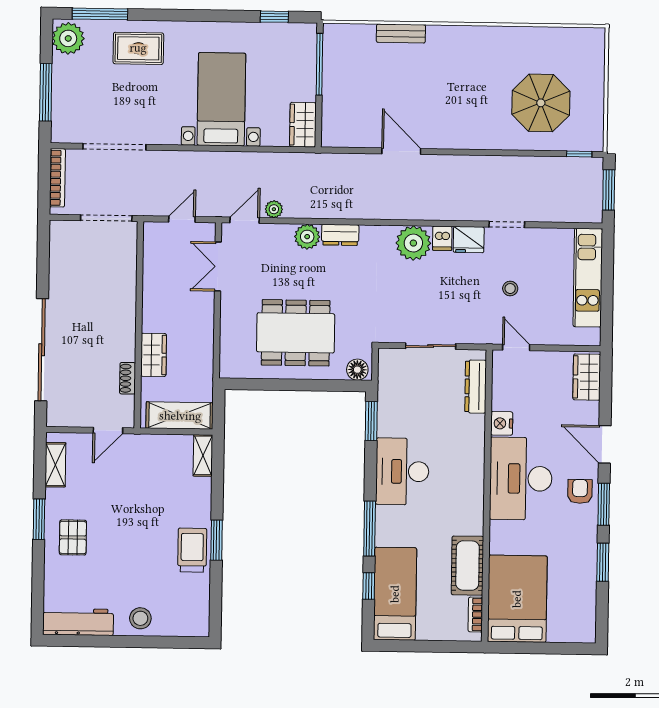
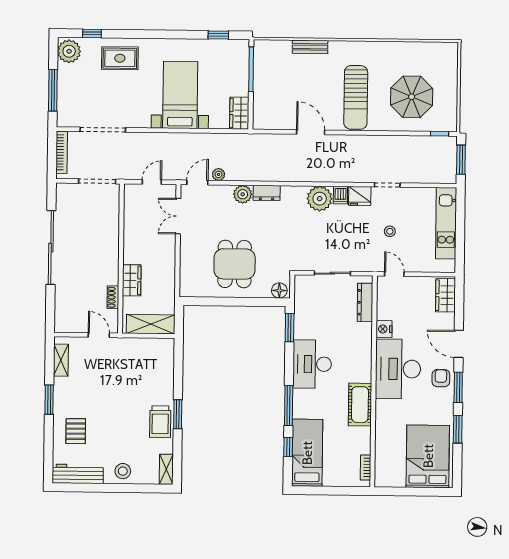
window: (100, 14) -> (92, 33), width x0.46
sun lounger: (464, 103) -> (356, 97), added
dining table: (296, 333) -> (235, 264), width x0.73
sliding door: (42, 350) -> (51, 248), moved
door: (108, 430) -> (99, 335), swing flipped
shelving: (203, 455) -> (166, 469), moved
pallet: (73, 537) -> (76, 431), moved
trolley: (192, 550) -> (160, 422), turned 180
cot: (467, 566) -> (360, 405), moved
bed: (517, 599) -> (428, 456), moved

